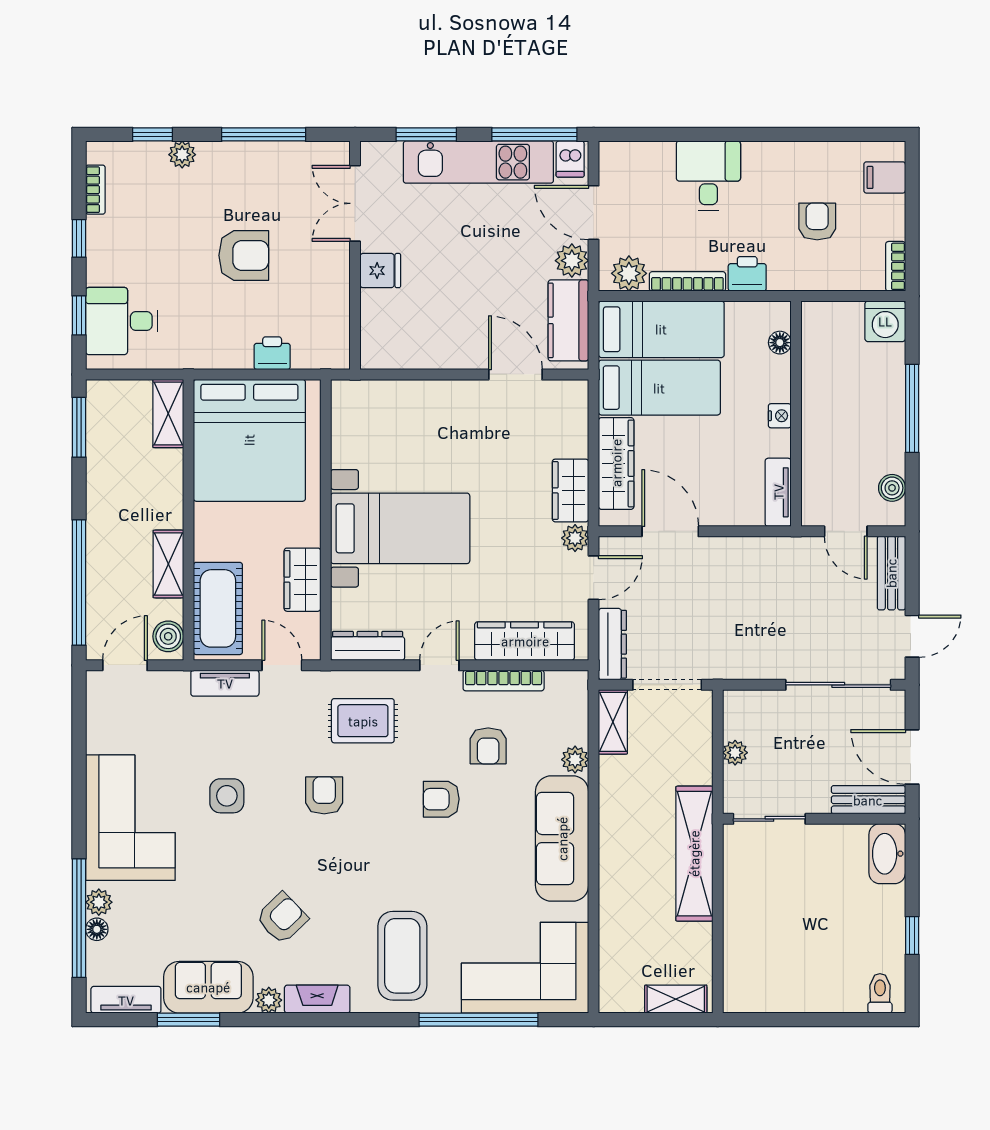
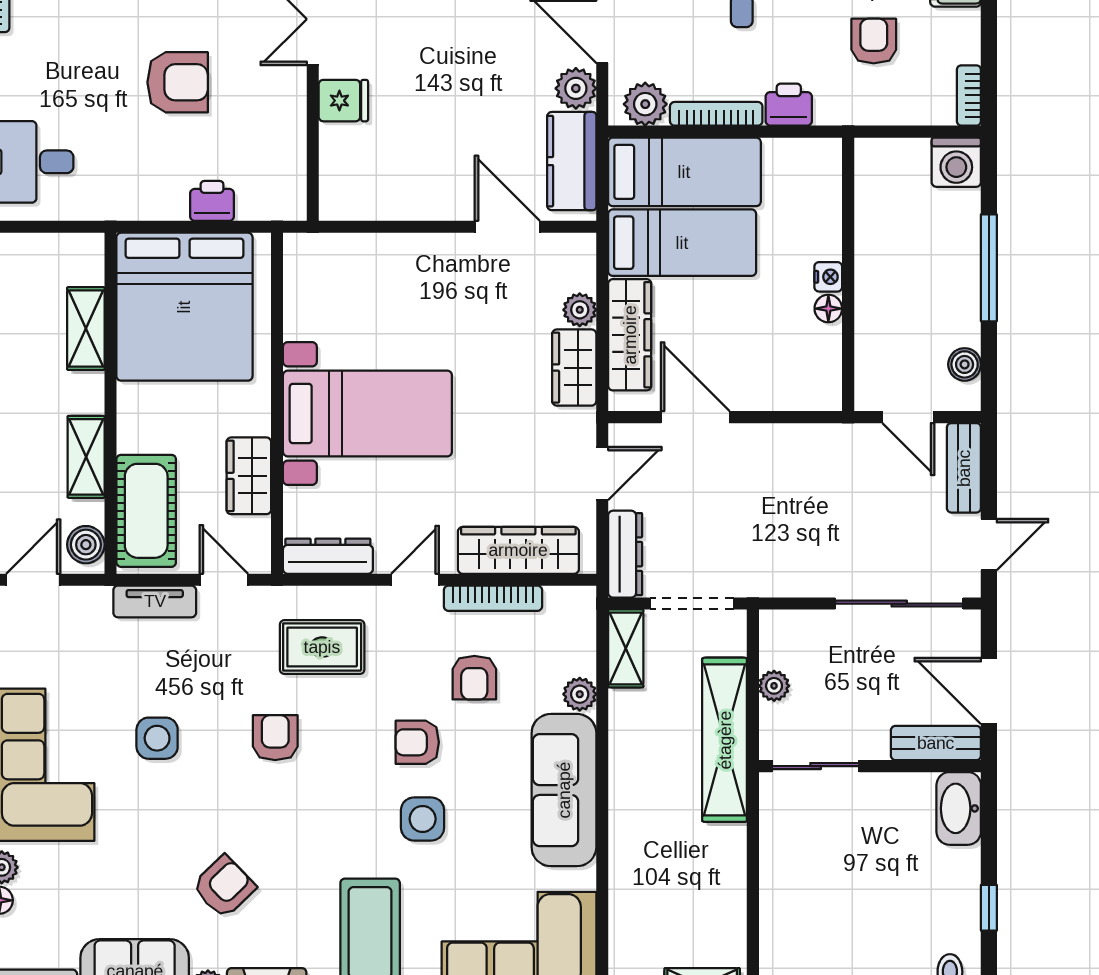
floor lamp: (780, 343) -> (828, 309), moved
shelving: (168, 414) -> (86, 329), moved
tv unit: (778, 492) -> (826, 370), removed
plant: (575, 538) -> (580, 310), moved
shelving: (694, 854) -> (725, 740), moved
side table: (446, 862) -> (423, 819), added

